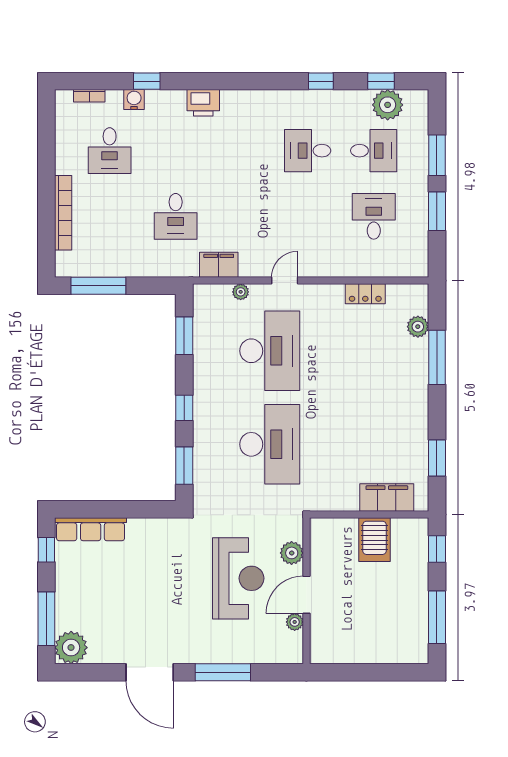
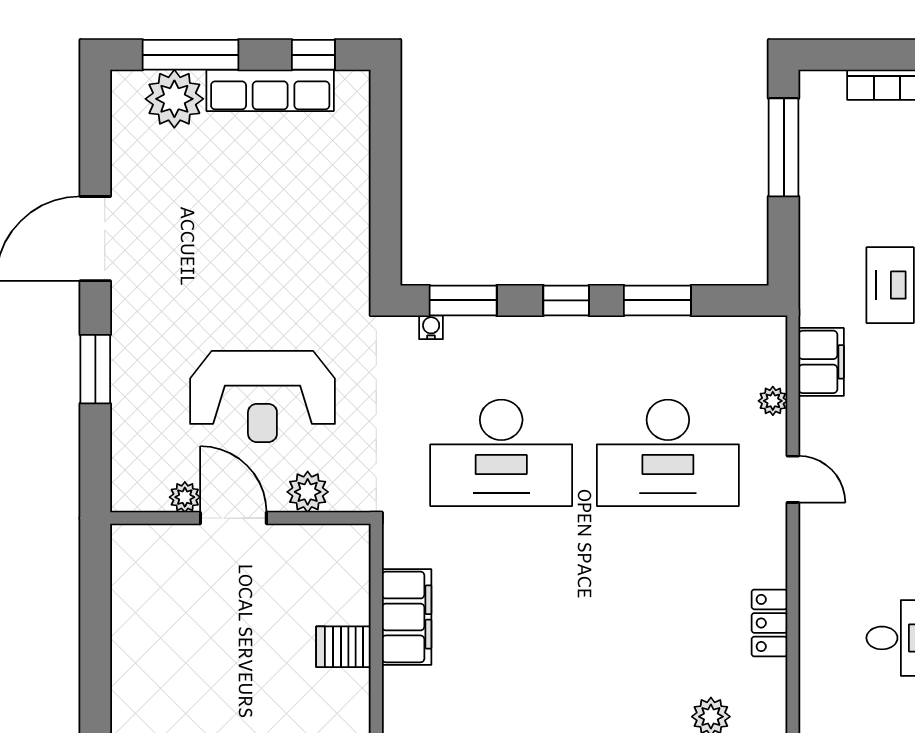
window: (184, 336) -> (657, 300), moved
water cooler: (199, 484) -> (431, 327), added
filing cabinet: (387, 497) -> (407, 617), moved
row of seats: (91, 529) -> (270, 90), moved, turned -90
server rack: (374, 540) -> (343, 647), width x0.73, depth x0.70
plant: (71, 648) -> (174, 99), moved
window: (223, 672) -> (95, 369), width x0.69

